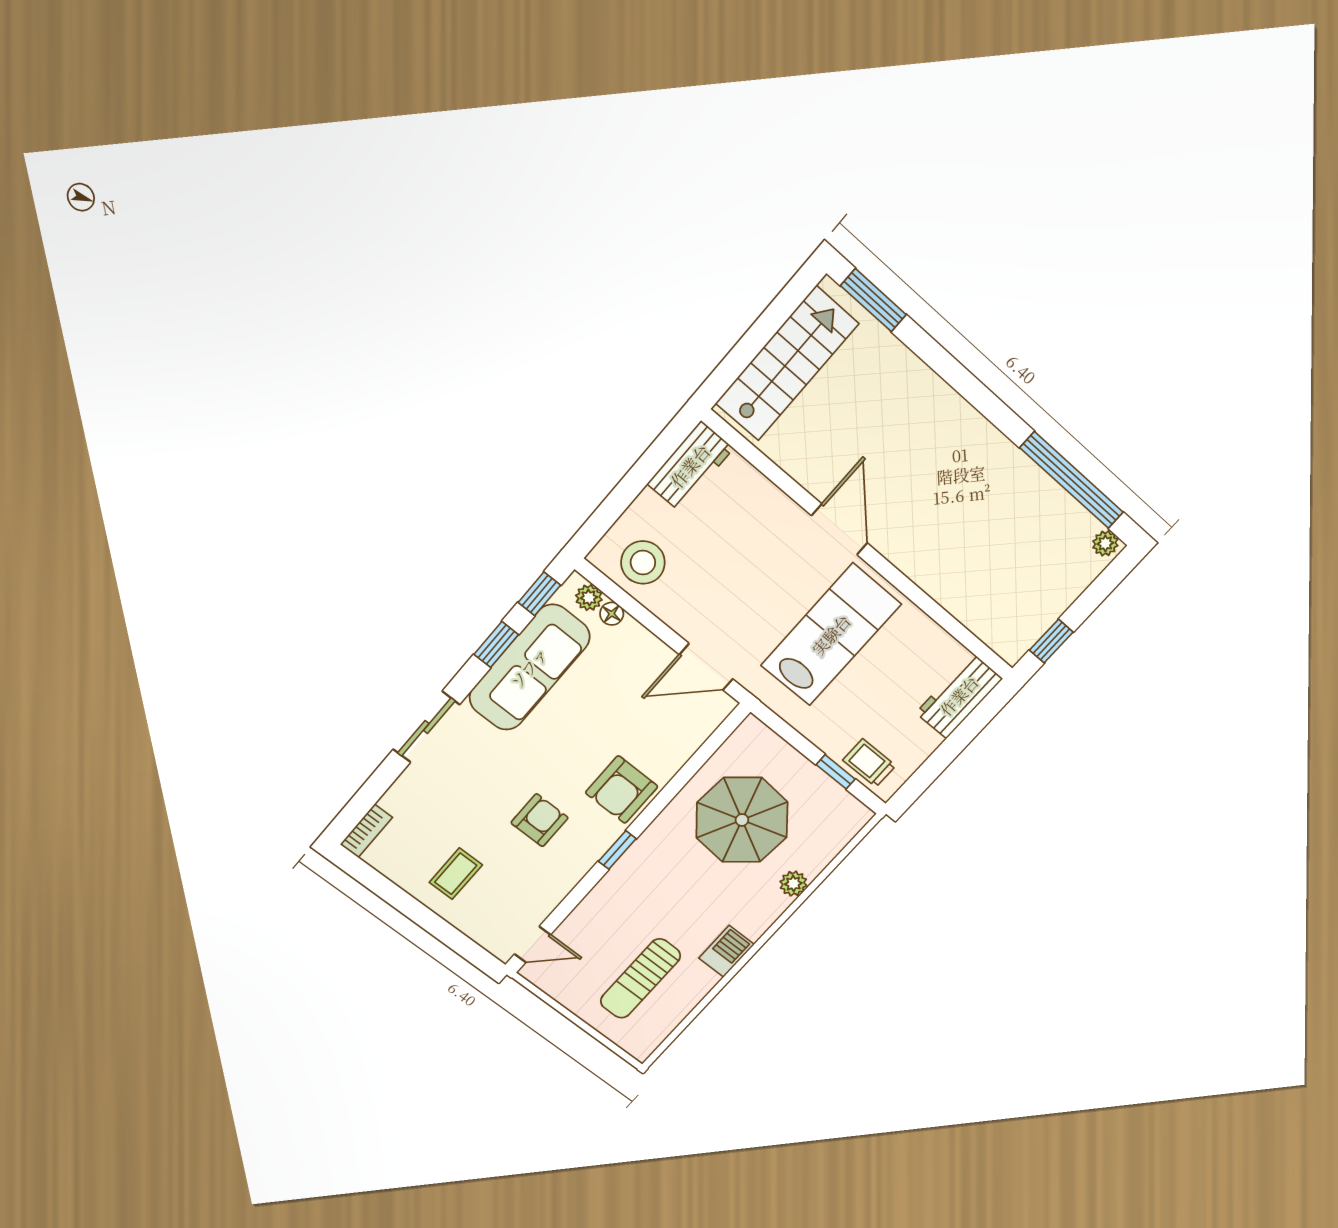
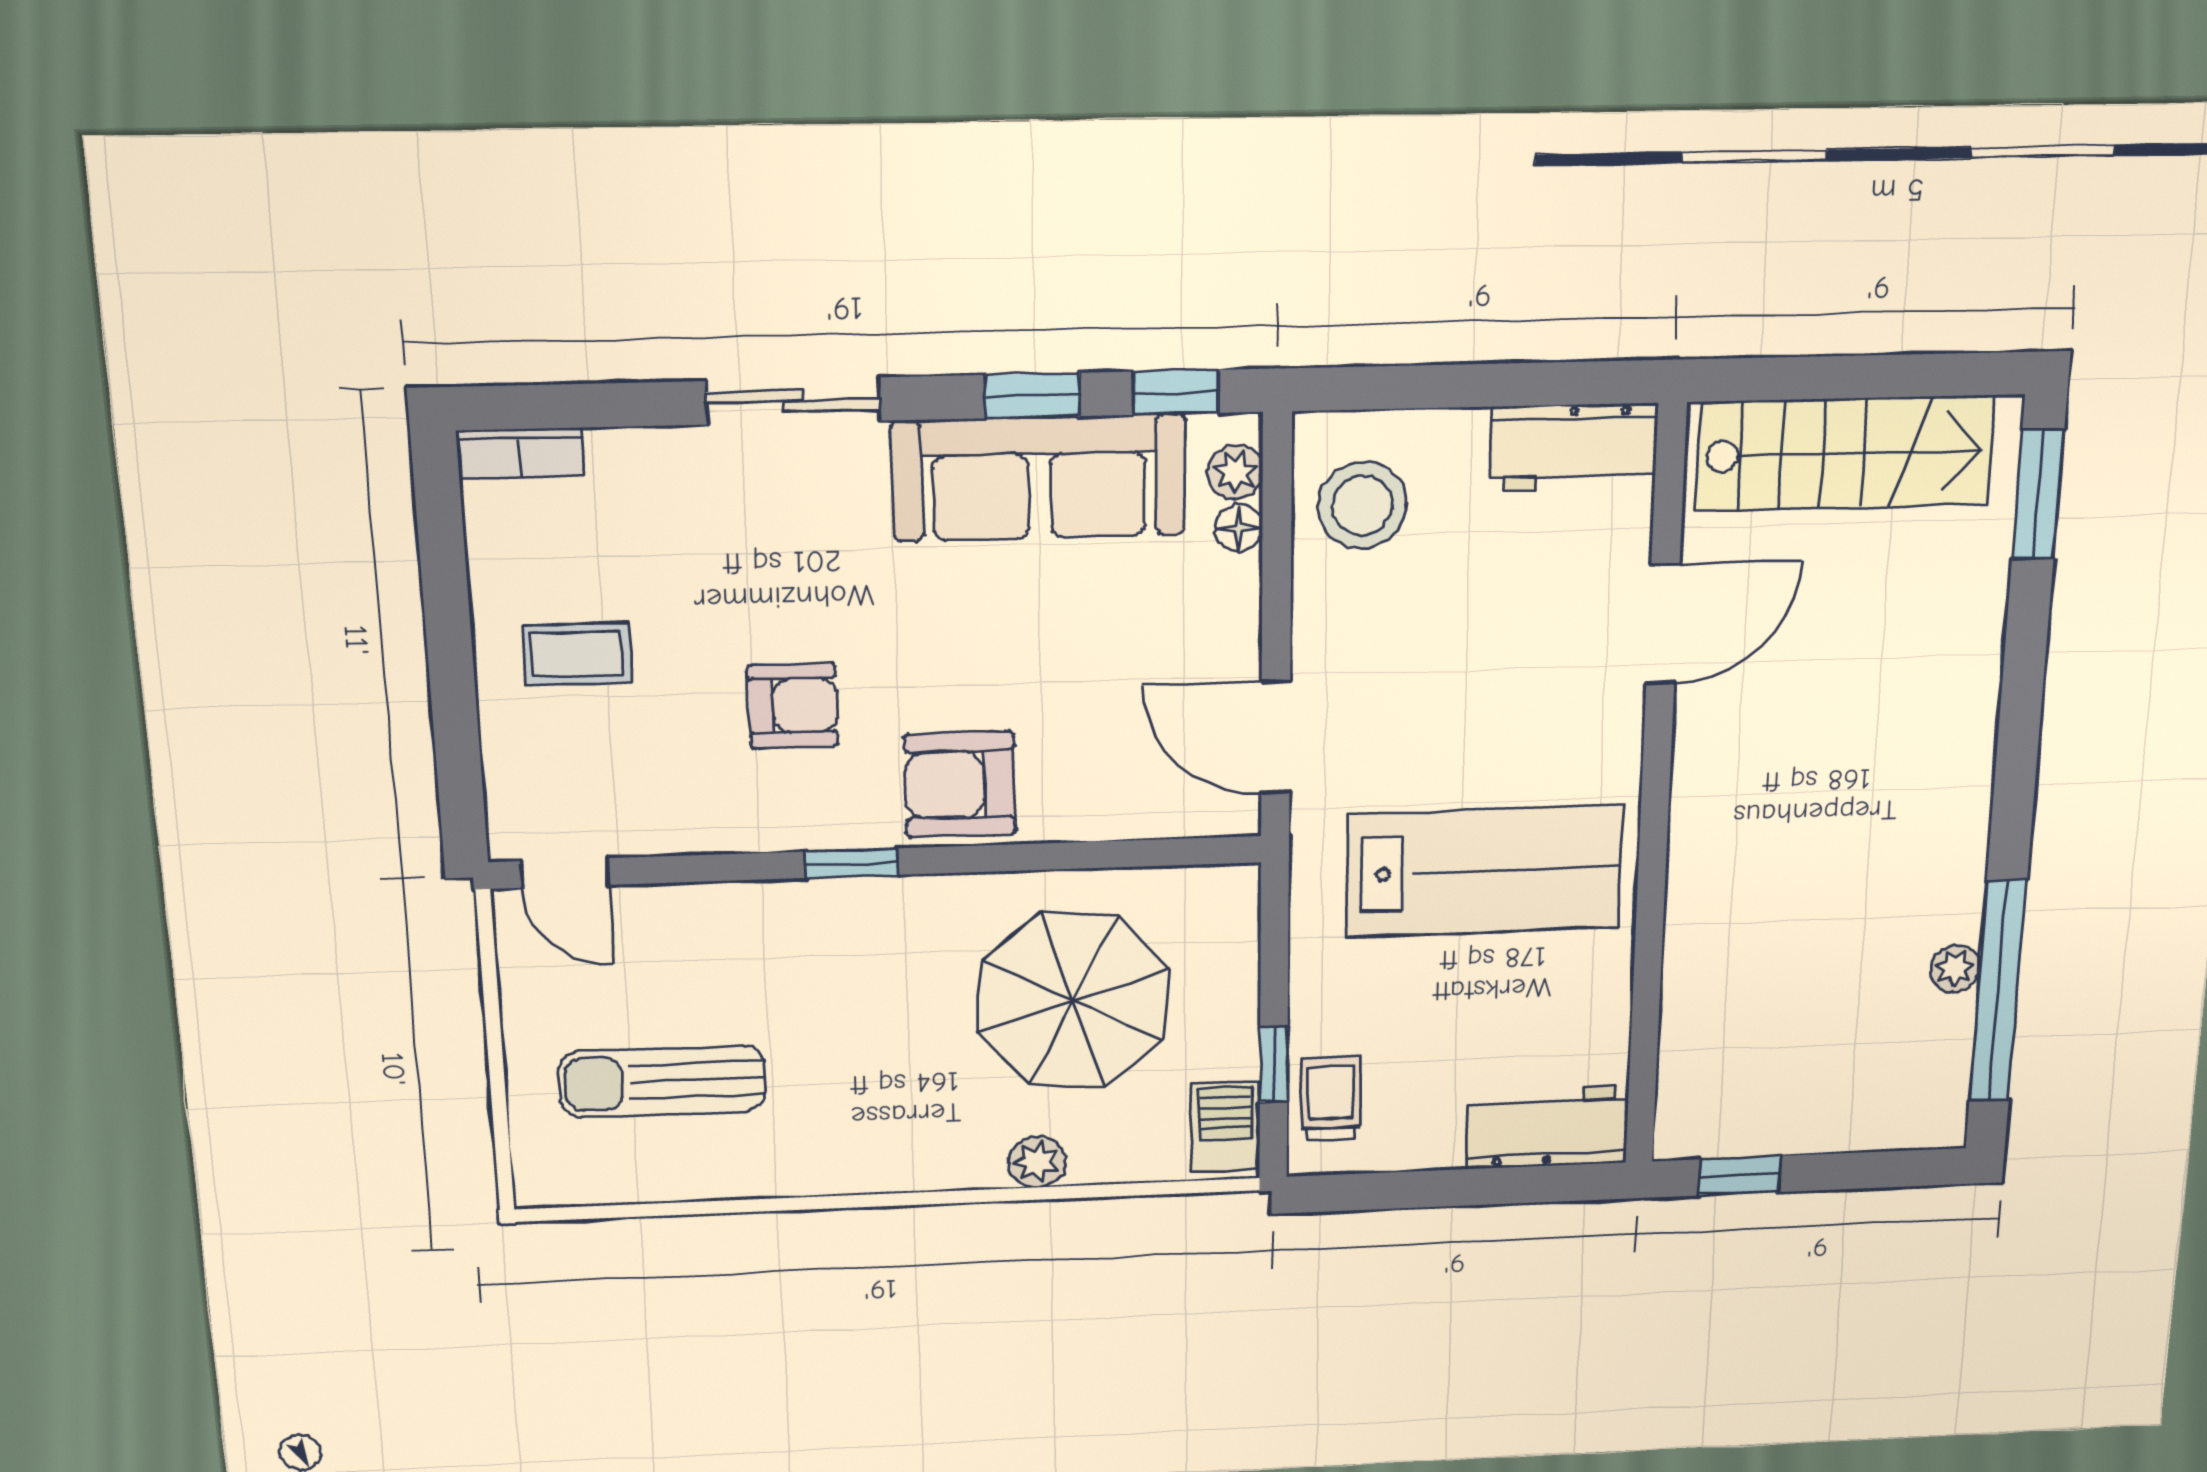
door: (839, 529) -> (1663, 624), moved
plant: (1105, 543) -> (1955, 969), moved
barbecue: (726, 951) -> (1225, 1127), moved, turned -90

